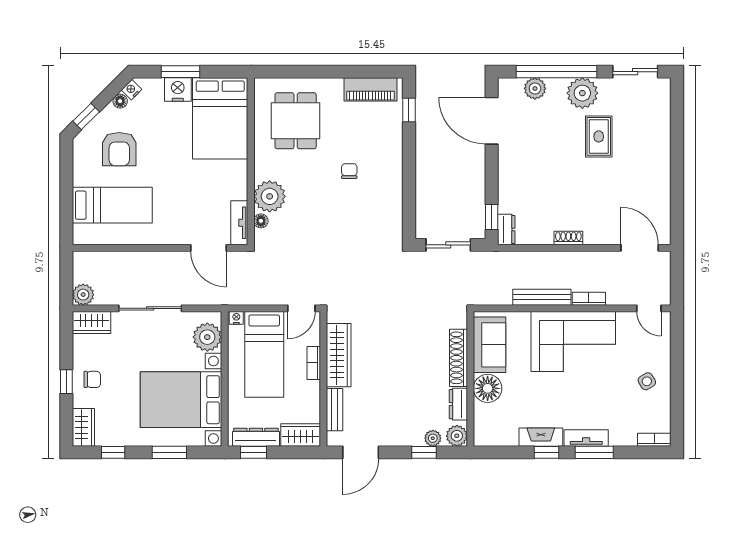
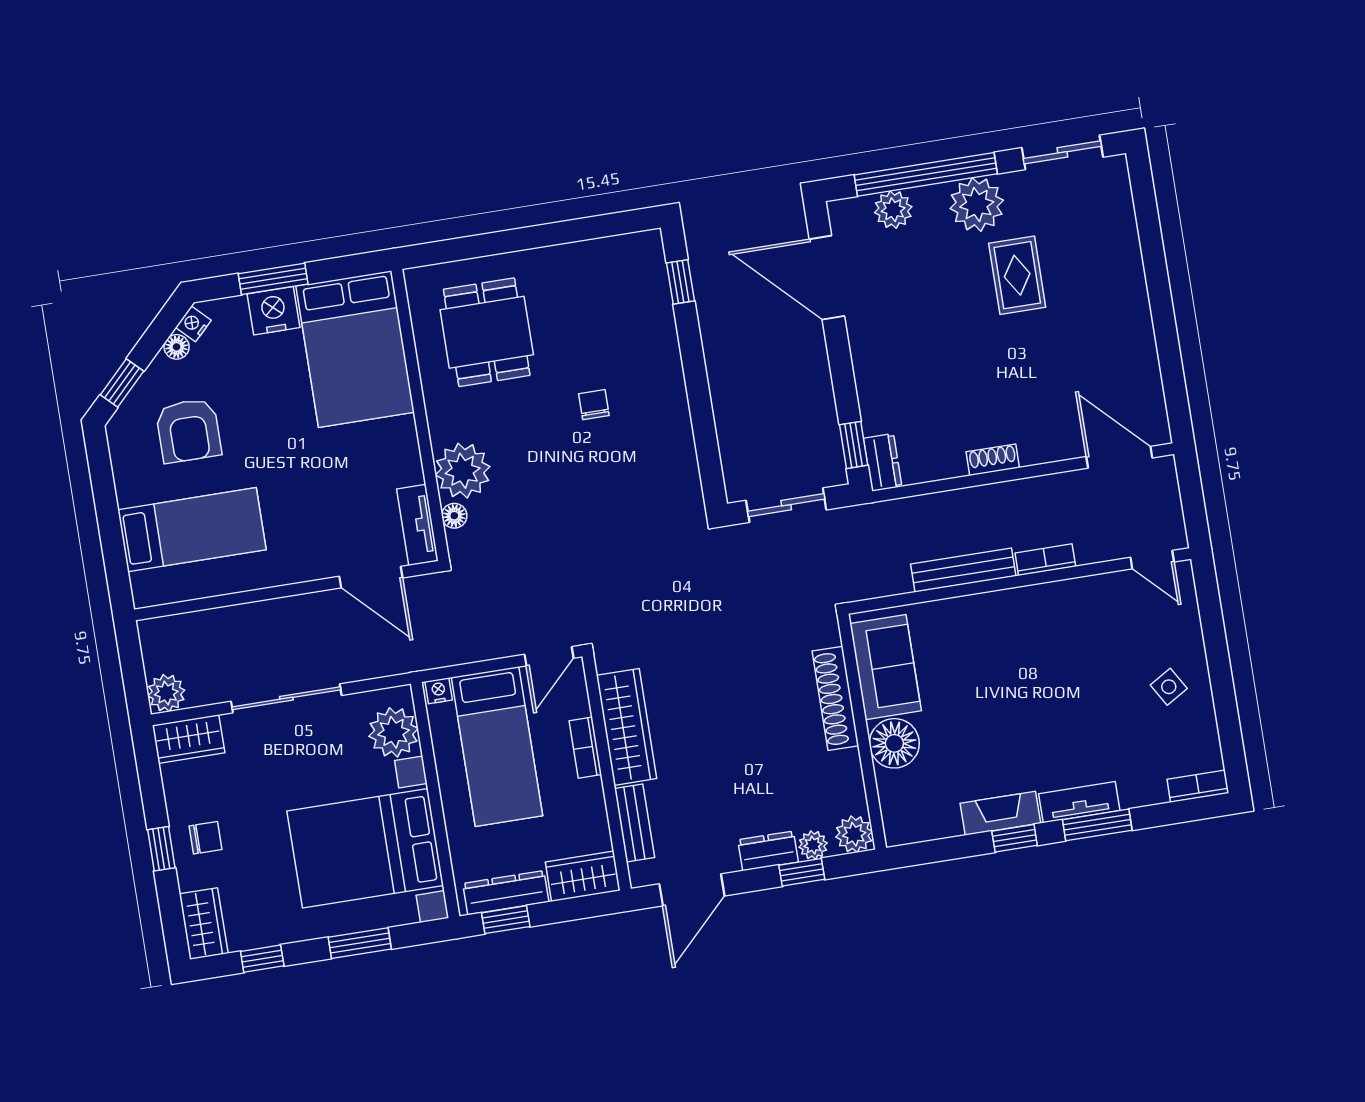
piano: (370, 89) -> (608, 257), removed
corner sofa: (573, 341) -> (1030, 638), removed
dresser: (458, 404) -> (768, 851), moved, turned 90

